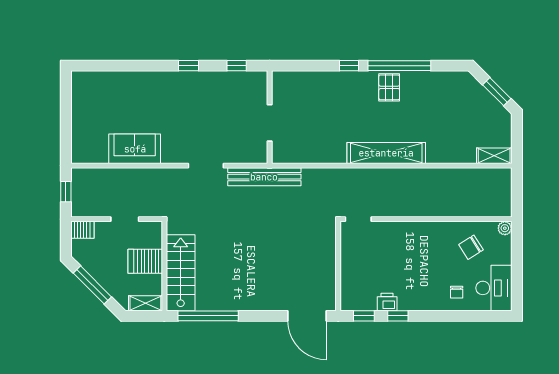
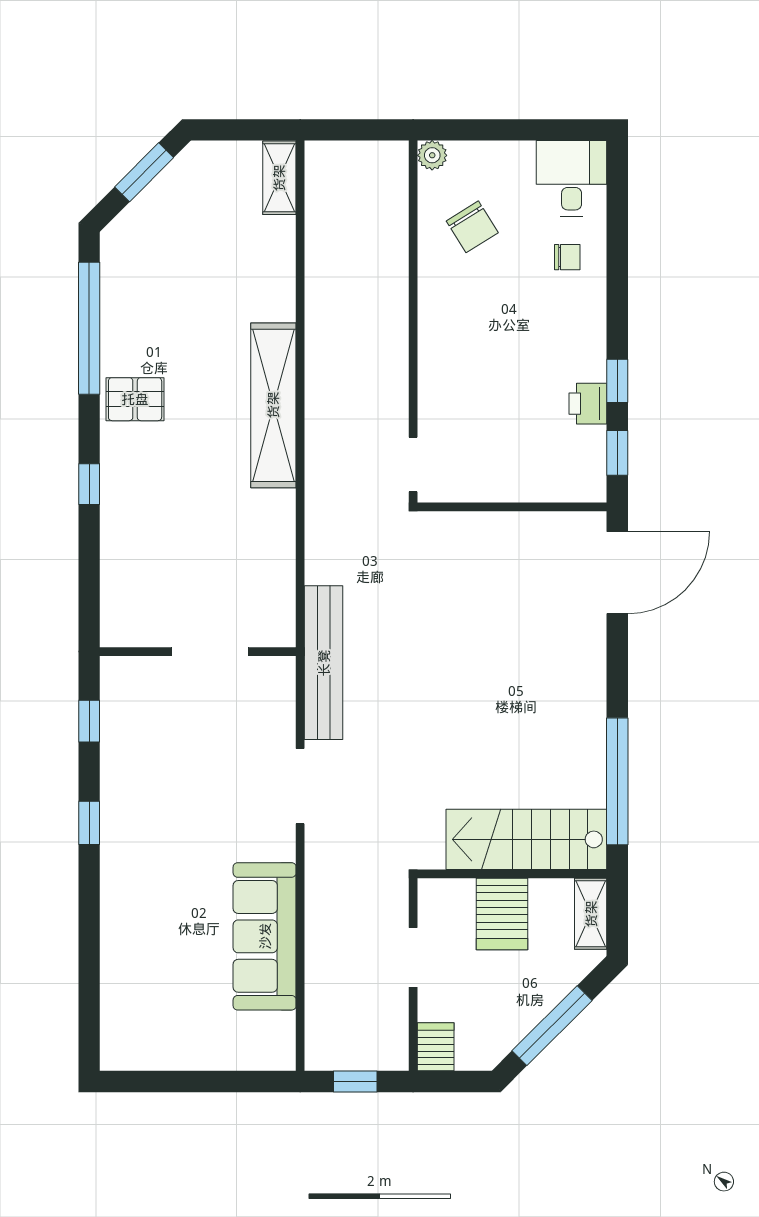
window: (399, 66) -> (89, 328), moved
sofa: (135, 149) -> (265, 936), width x1.36
desk: (494, 288) -> (572, 178), width x0.73

